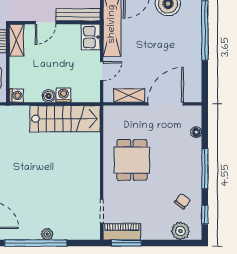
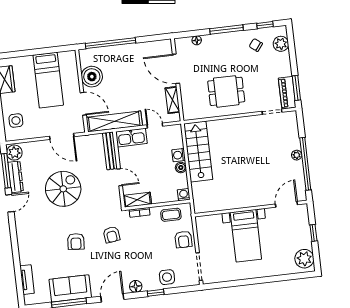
kitchen sink: (91, 37) -> (131, 138), width x1.38

